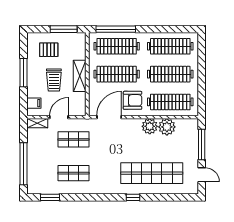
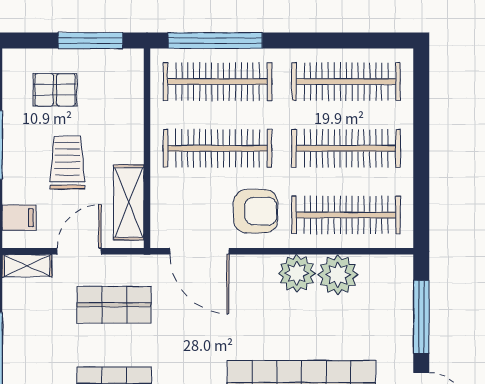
shelving: (80, 76) -> (129, 202), moved
trolley: (54, 80) -> (67, 163), turned 180
door: (109, 117) -> (199, 251), swing flipped

